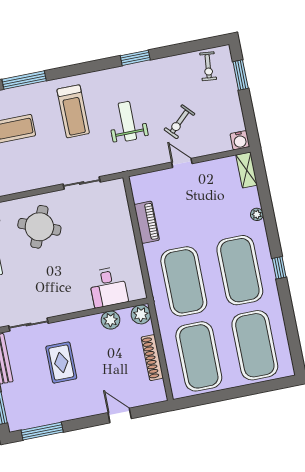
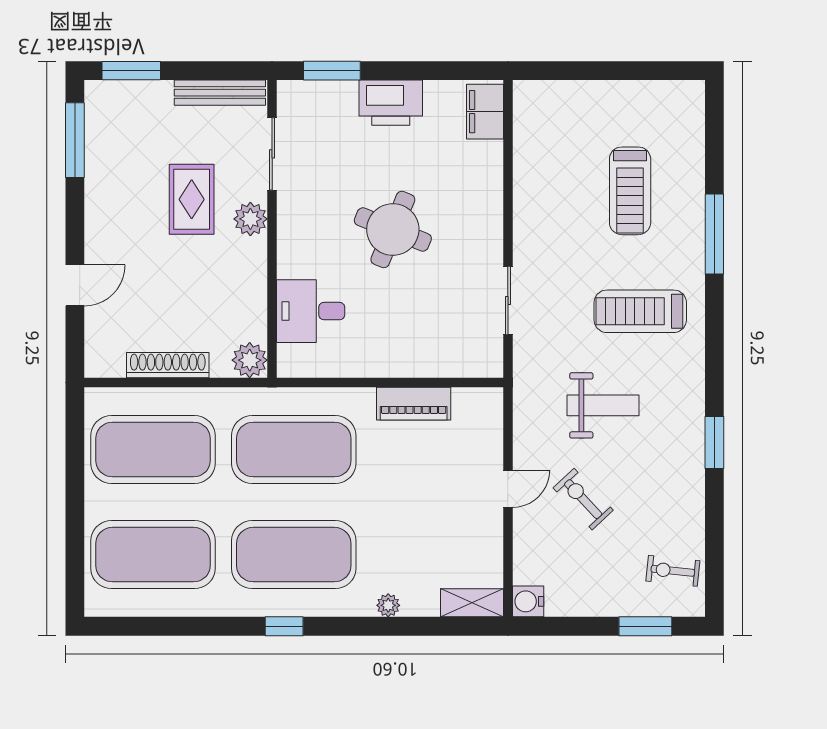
round table: (39, 227) -> (393, 230), moved
plant: (111, 320) -> (250, 219), moved
rug: (61, 363) -> (192, 199), turned 90

